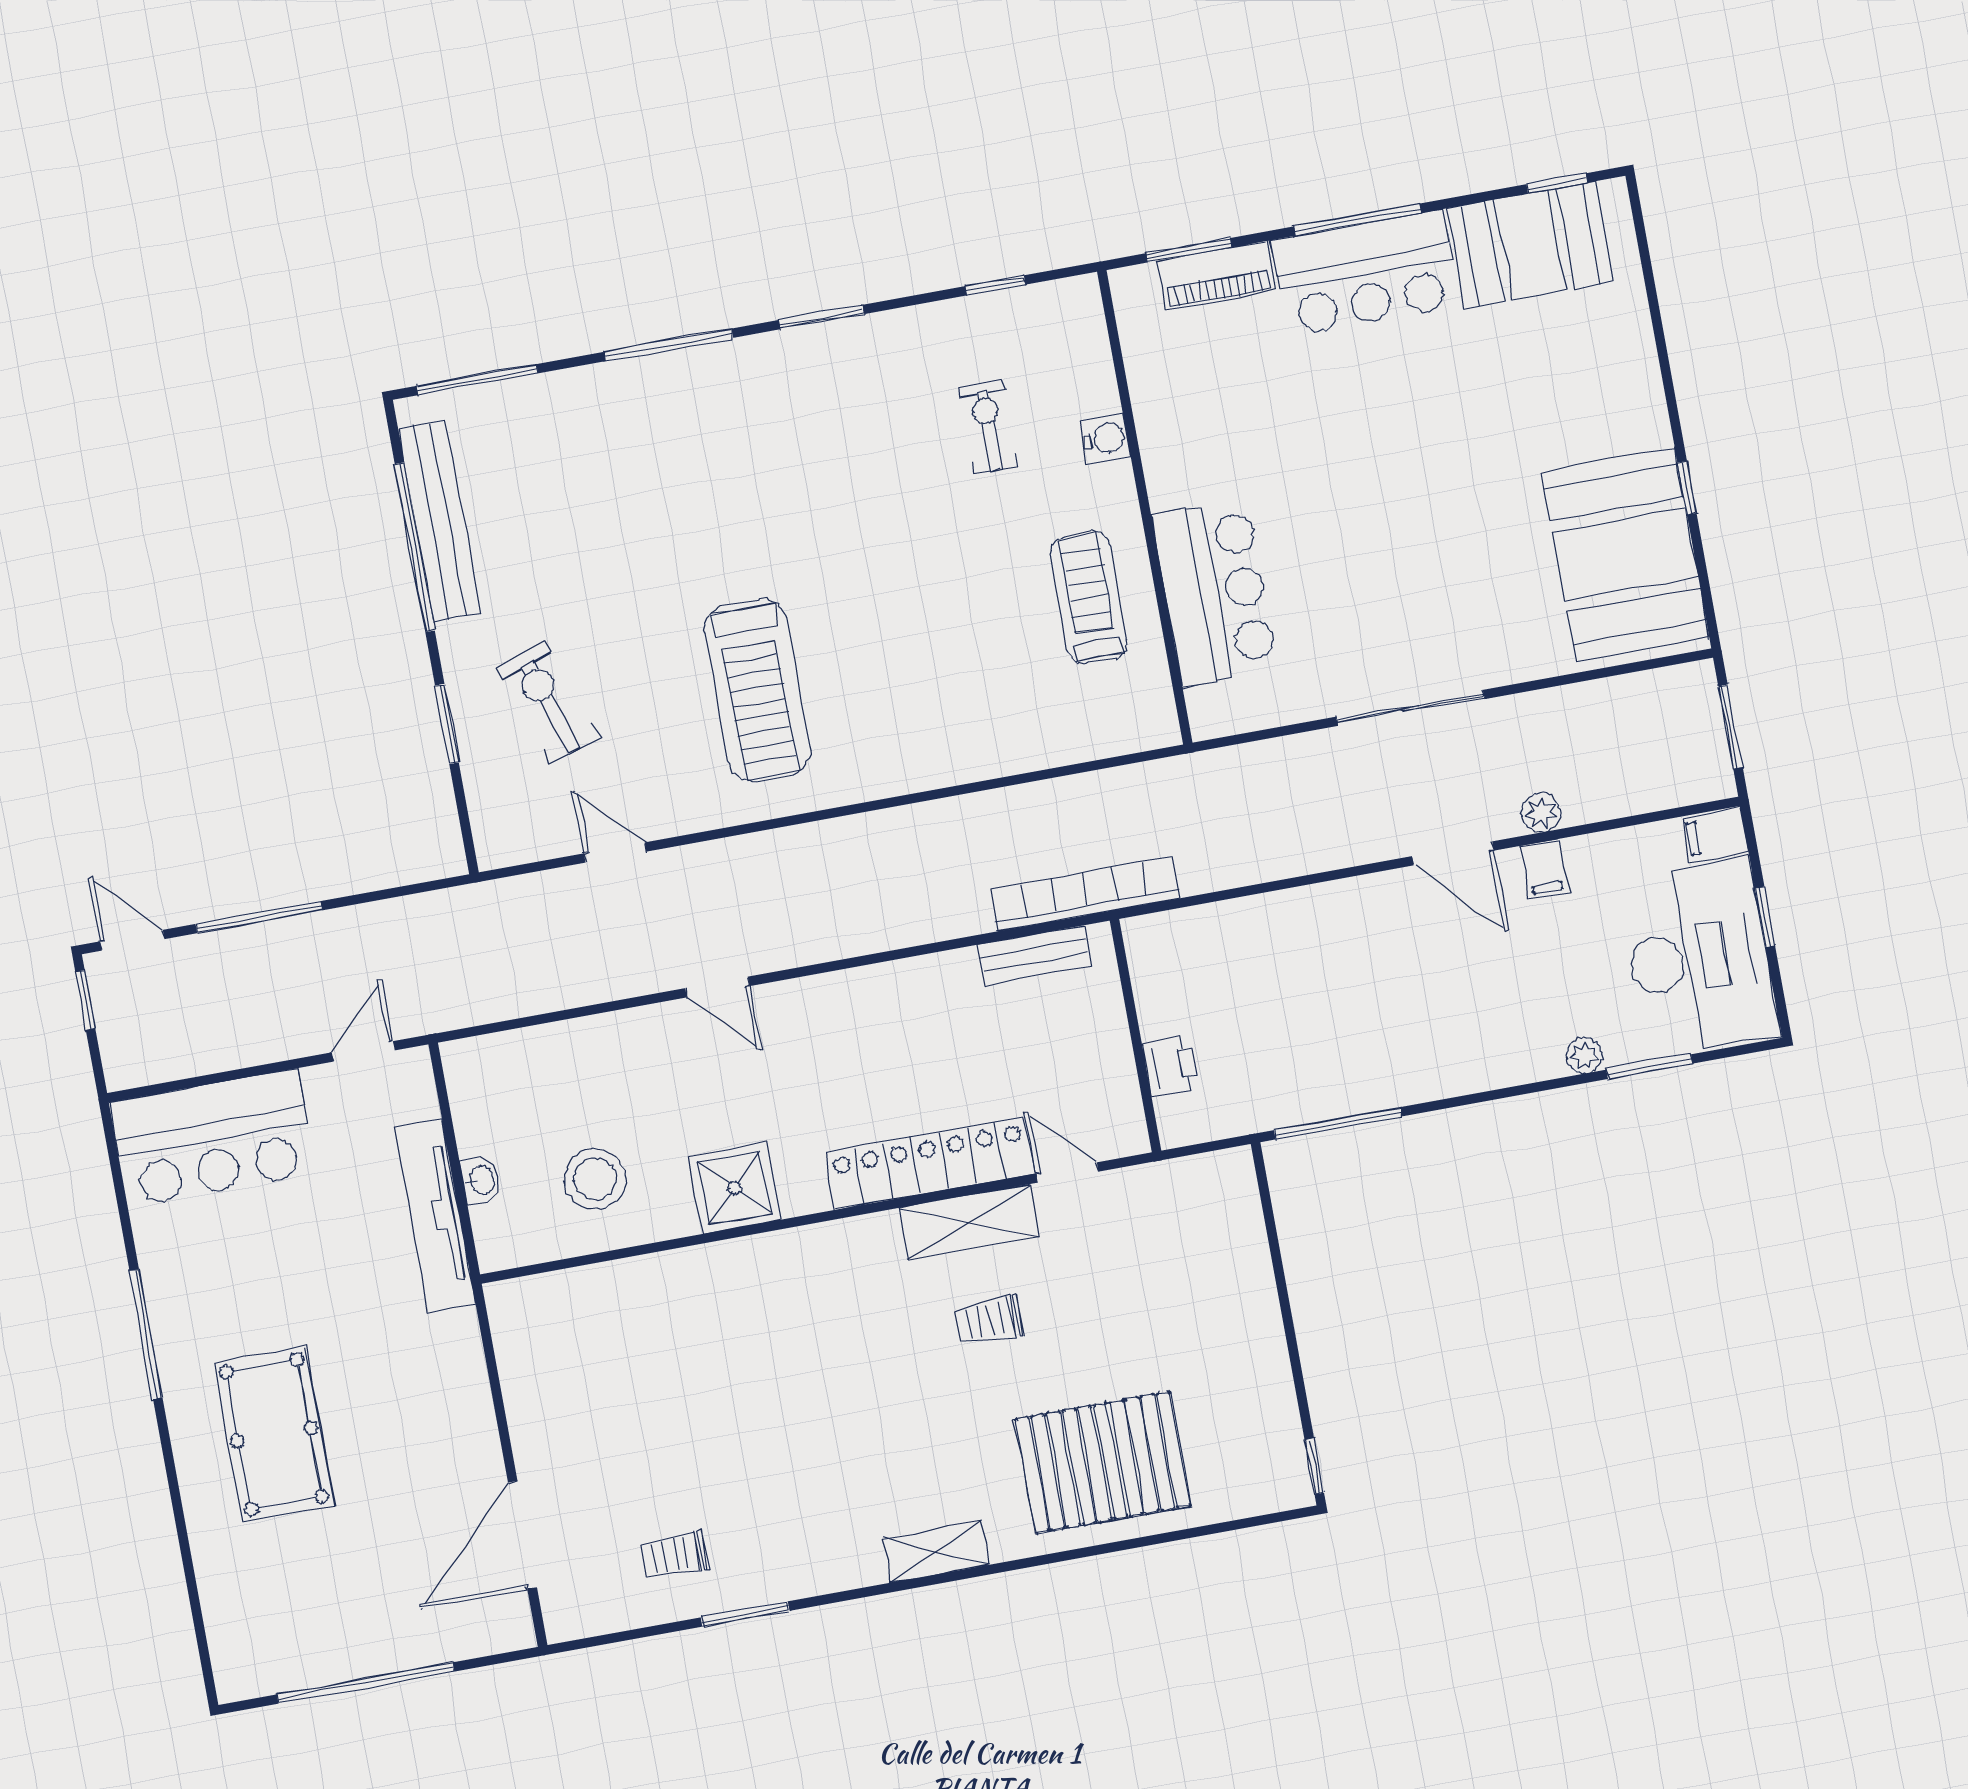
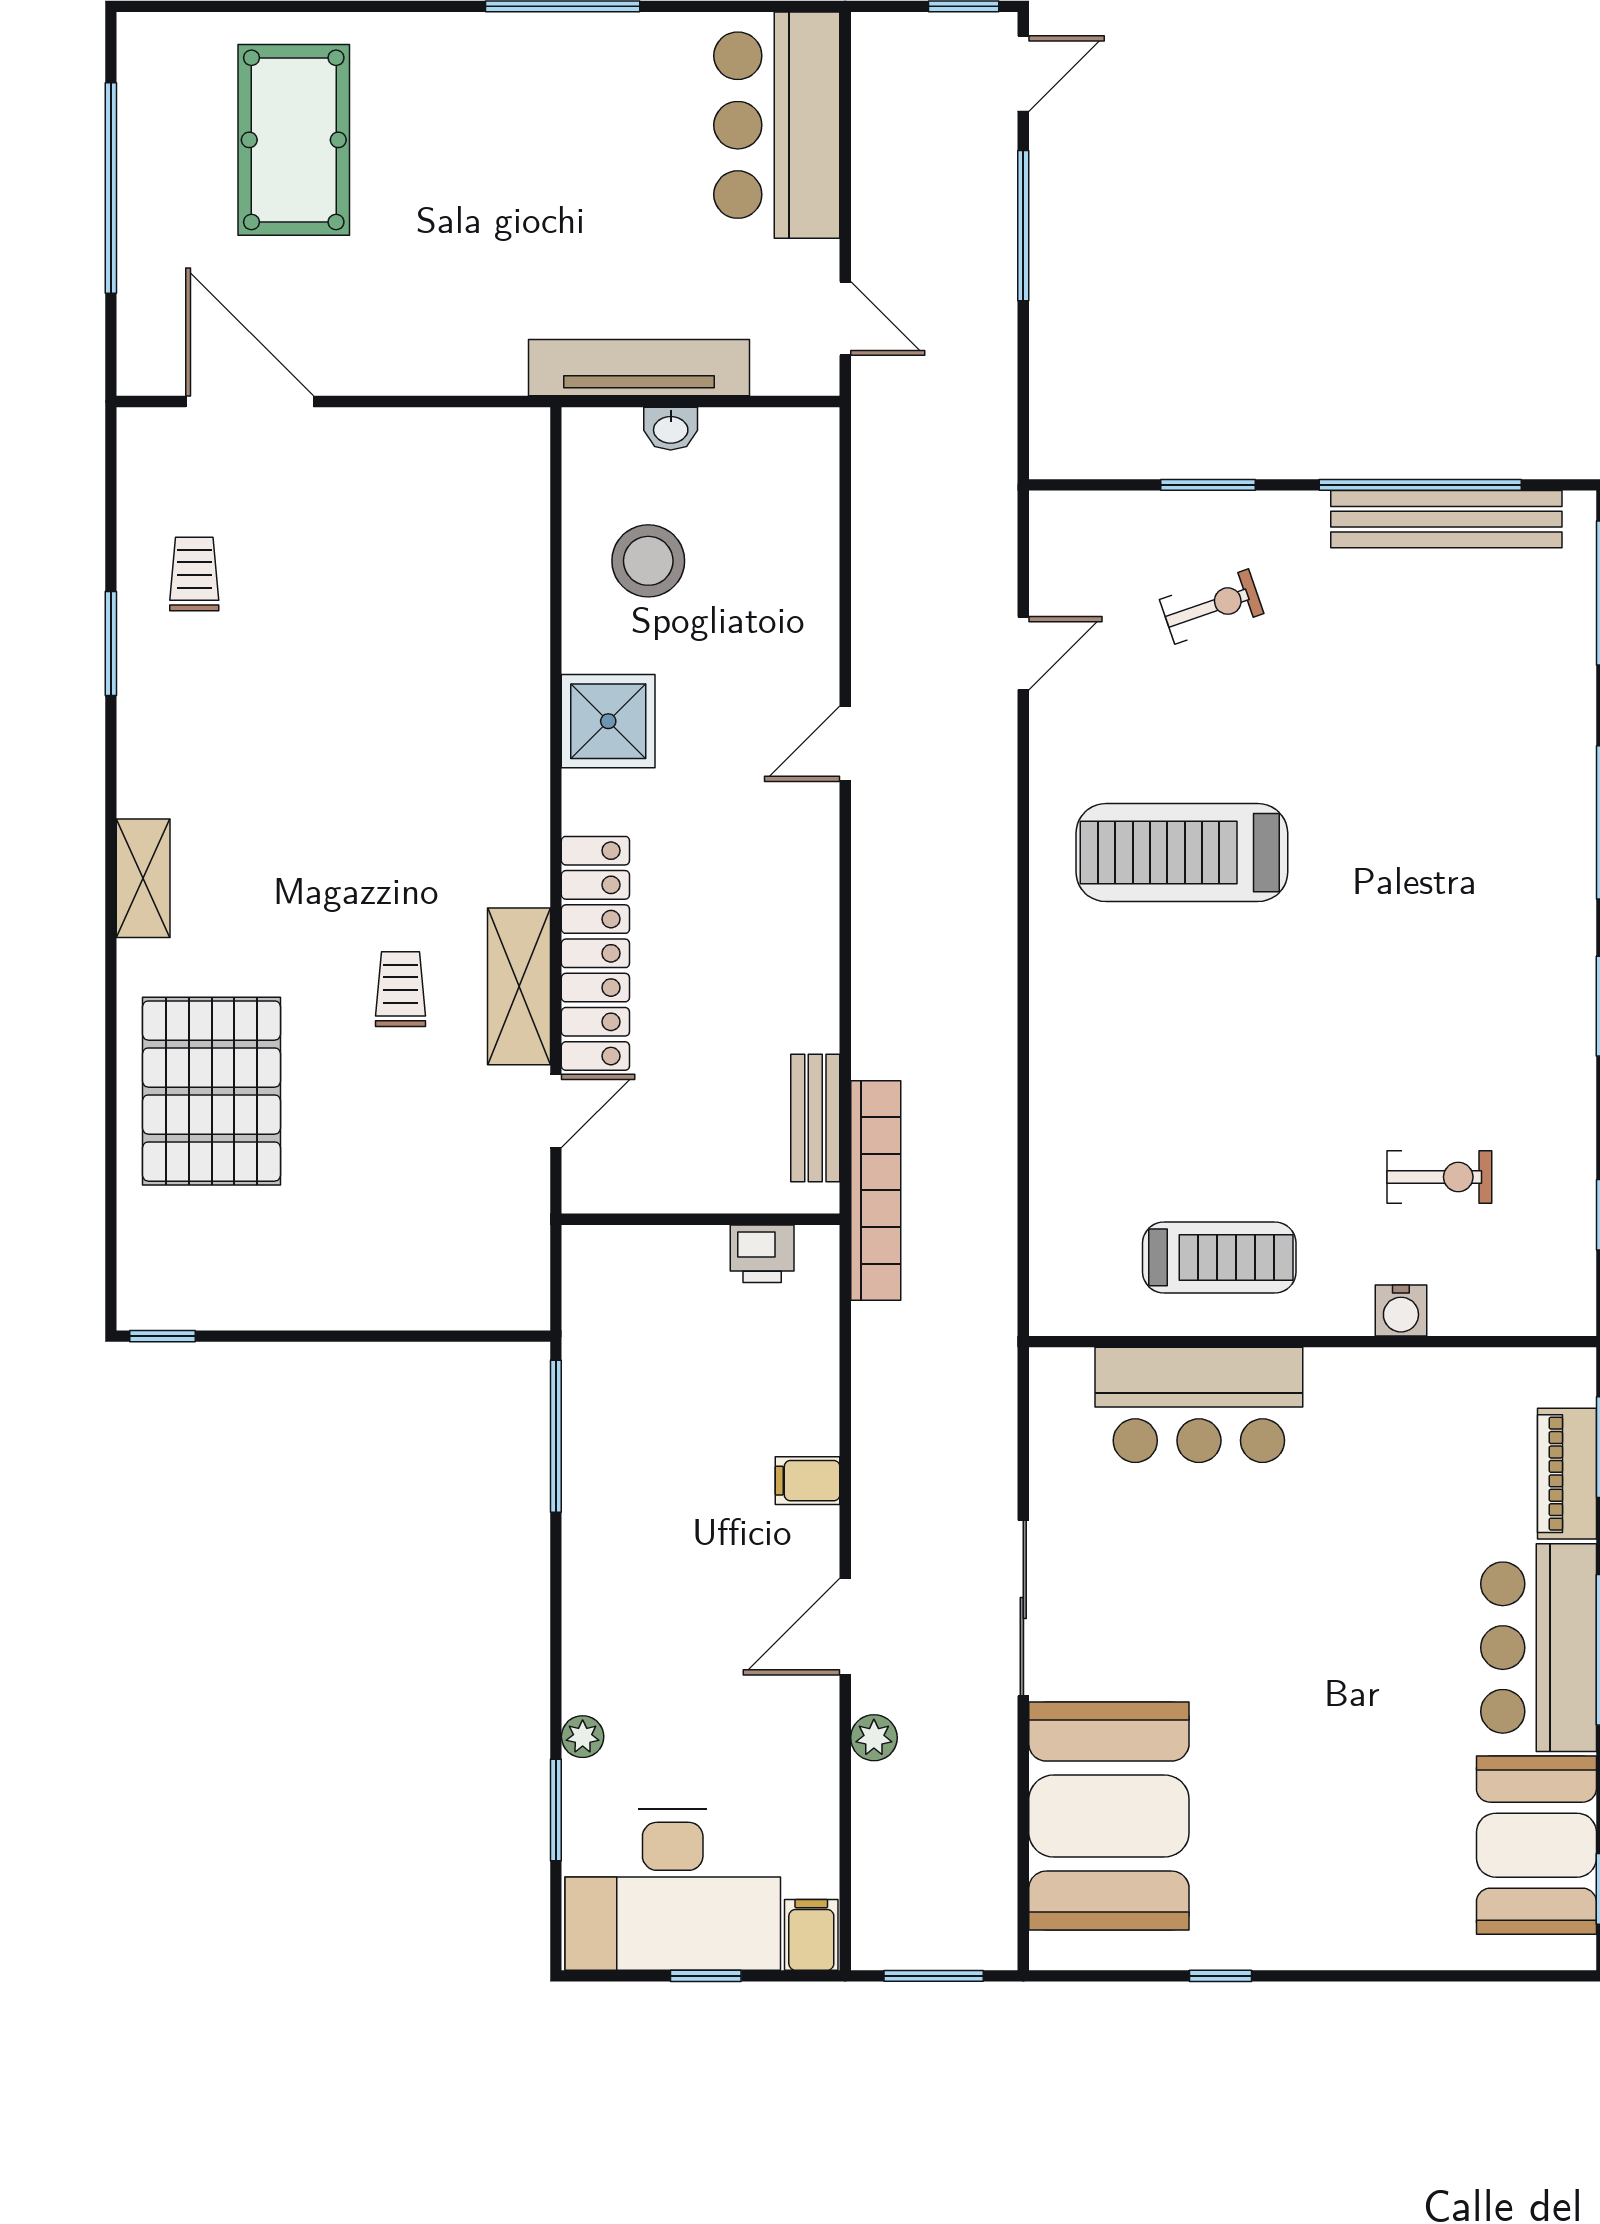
booth: (1625, 555) -> (1109, 1816), moved, turned 90
exercise bike: (548, 703) -> (1212, 607), width x0.73, depth x0.72
filing cabinet: (1544, 869) -> (808, 1481), moved
printer: (1171, 1065) -> (762, 1254), moved
pool table: (274, 1434) -> (294, 140), moved, turned 90

